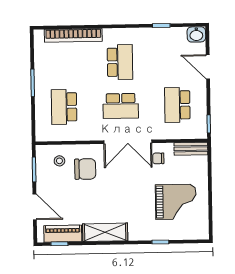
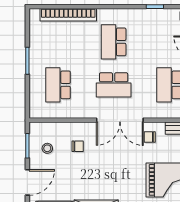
school desk: (120, 62) -> (114, 42), turned 180
stool: (59, 161) -> (47, 148), moved
chair: (85, 169) -> (78, 146), width x0.54, depth x0.54
door: (35, 207) -> (27, 182), hinge flipped

